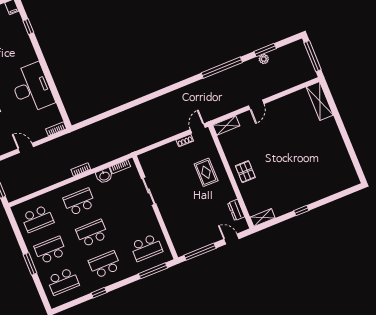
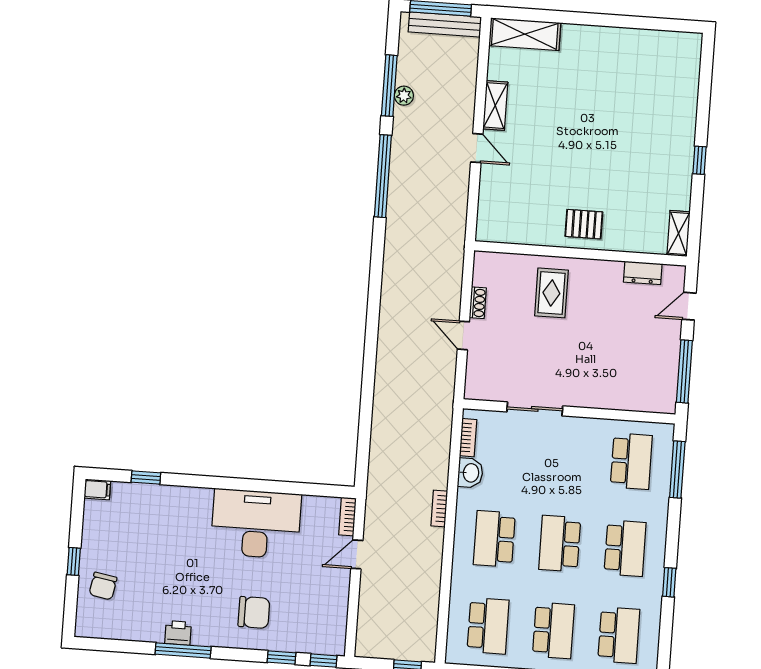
window: (265, 50) -> (389, 86), width x1.44
bench: (306, 62) -> (445, 24), added
shelving: (226, 125) -> (495, 106), moved
door: (198, 128) -> (463, 335), moved
door: (26, 148) -> (357, 554), moved
rug: (206, 172) -> (551, 293), turned 90
school desk: (50, 250) -> (553, 631), turned 180
school desk: (105, 265) -> (625, 548), turned 180

